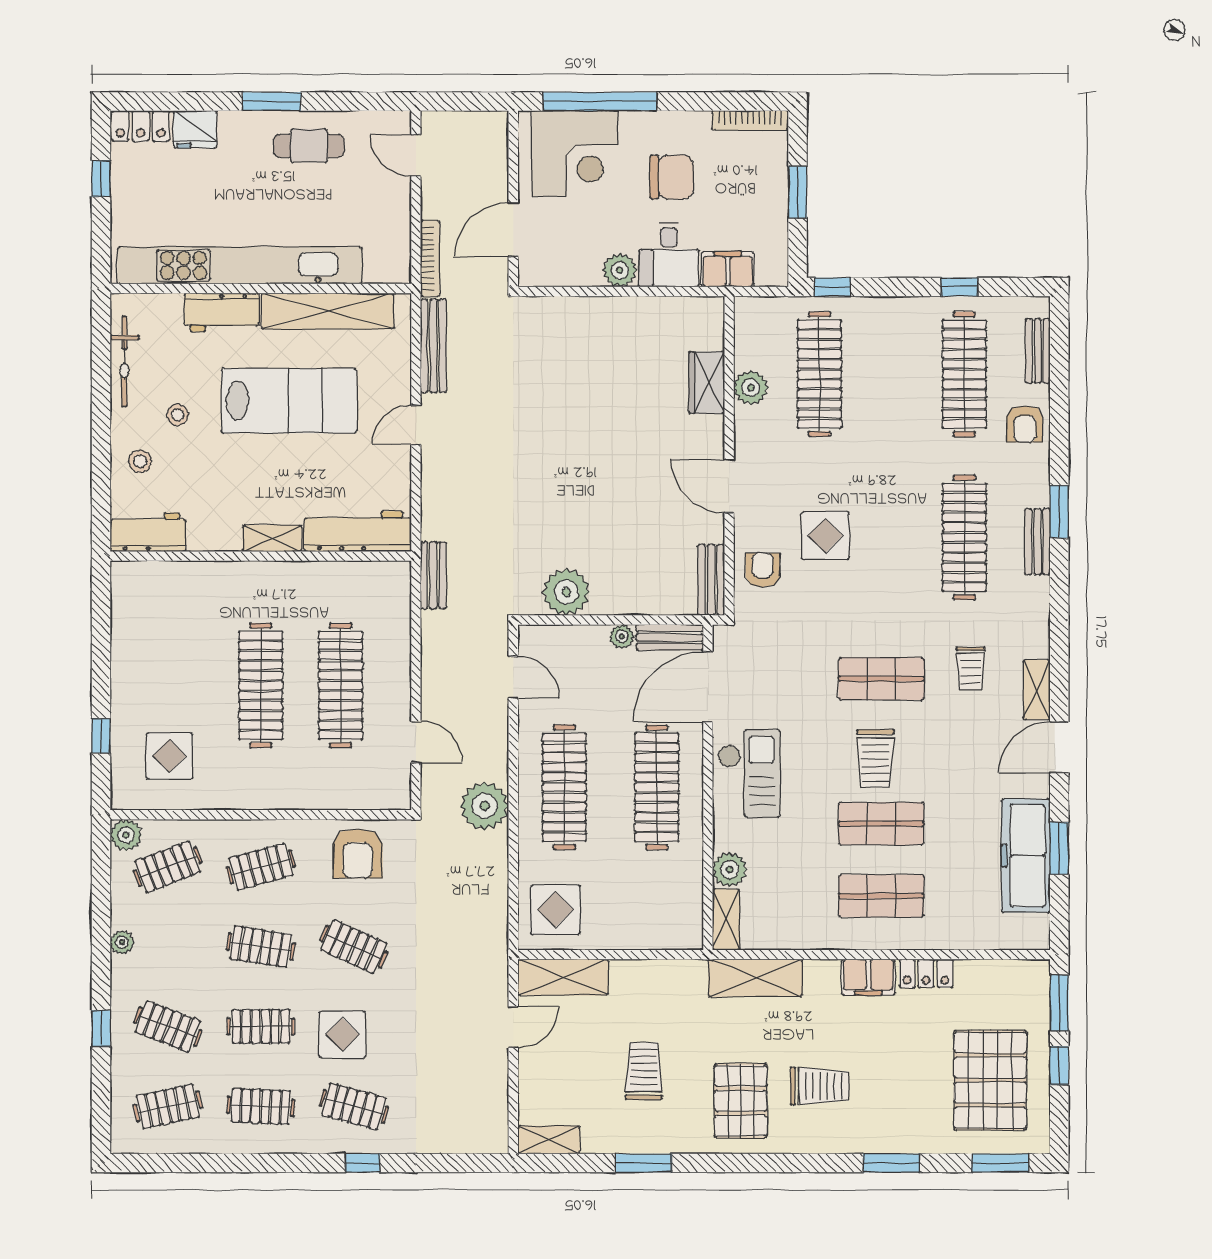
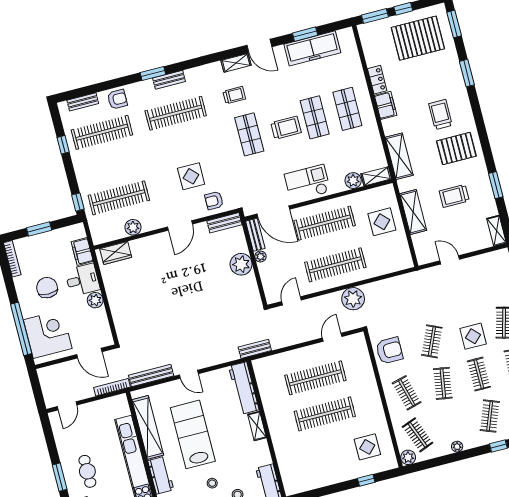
cafe table: (309, 146) -> (87, 471), moved
wardrobe: (707, 383) -> (116, 253), moved
plant: (566, 592) -> (241, 264), moved
display table: (555, 910) -> (382, 222), moved
shelving: (563, 977) -> (413, 212), moved

